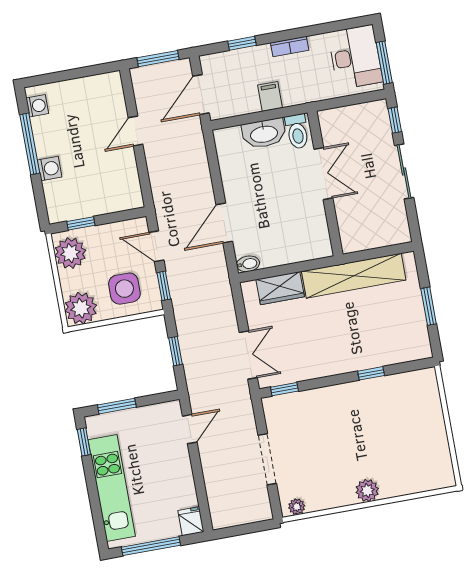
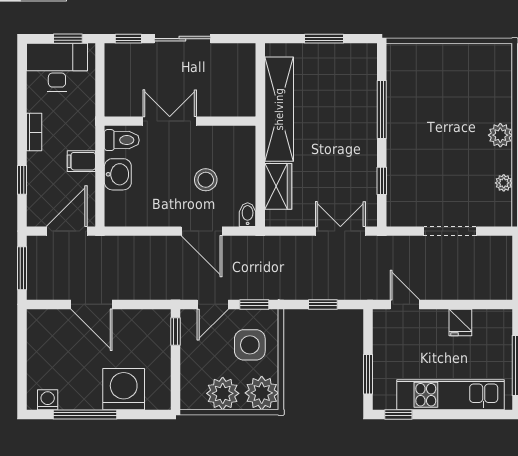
window: (384, 63) -> (68, 39), width x0.67
door: (201, 95) -> (67, 231), swing flipped
door: (136, 131) -> (92, 304), width x1.38
washbasin: (264, 133) -> (118, 174), width x0.72
washing machine: (50, 169) -> (124, 389), width x1.89, depth x1.89
stool: (274, 218) -> (206, 180), added
window: (81, 223) -> (175, 331), moved
plant: (70, 253) -> (223, 393), moved
window: (371, 373) -> (382, 110), width x2.17
window: (284, 389) -> (382, 181), moved
plant: (297, 507) -> (504, 183), moved
fridge: (191, 521) -> (460, 322), moved, turned -90

